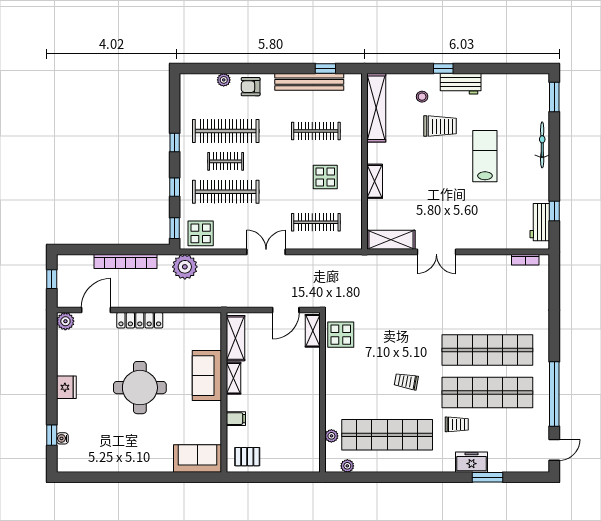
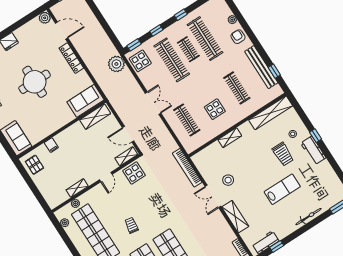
stool: (428, 219) -> (228, 180), added
shelving: (391, 240) -> (235, 217), moved
bookcase: (125, 261) -> (187, 168), moved
door: (322, 374) -> (106, 177), added
sofa: (207, 376) -> (85, 101), moved
shelving: (234, 378) -> (77, 188), moved

